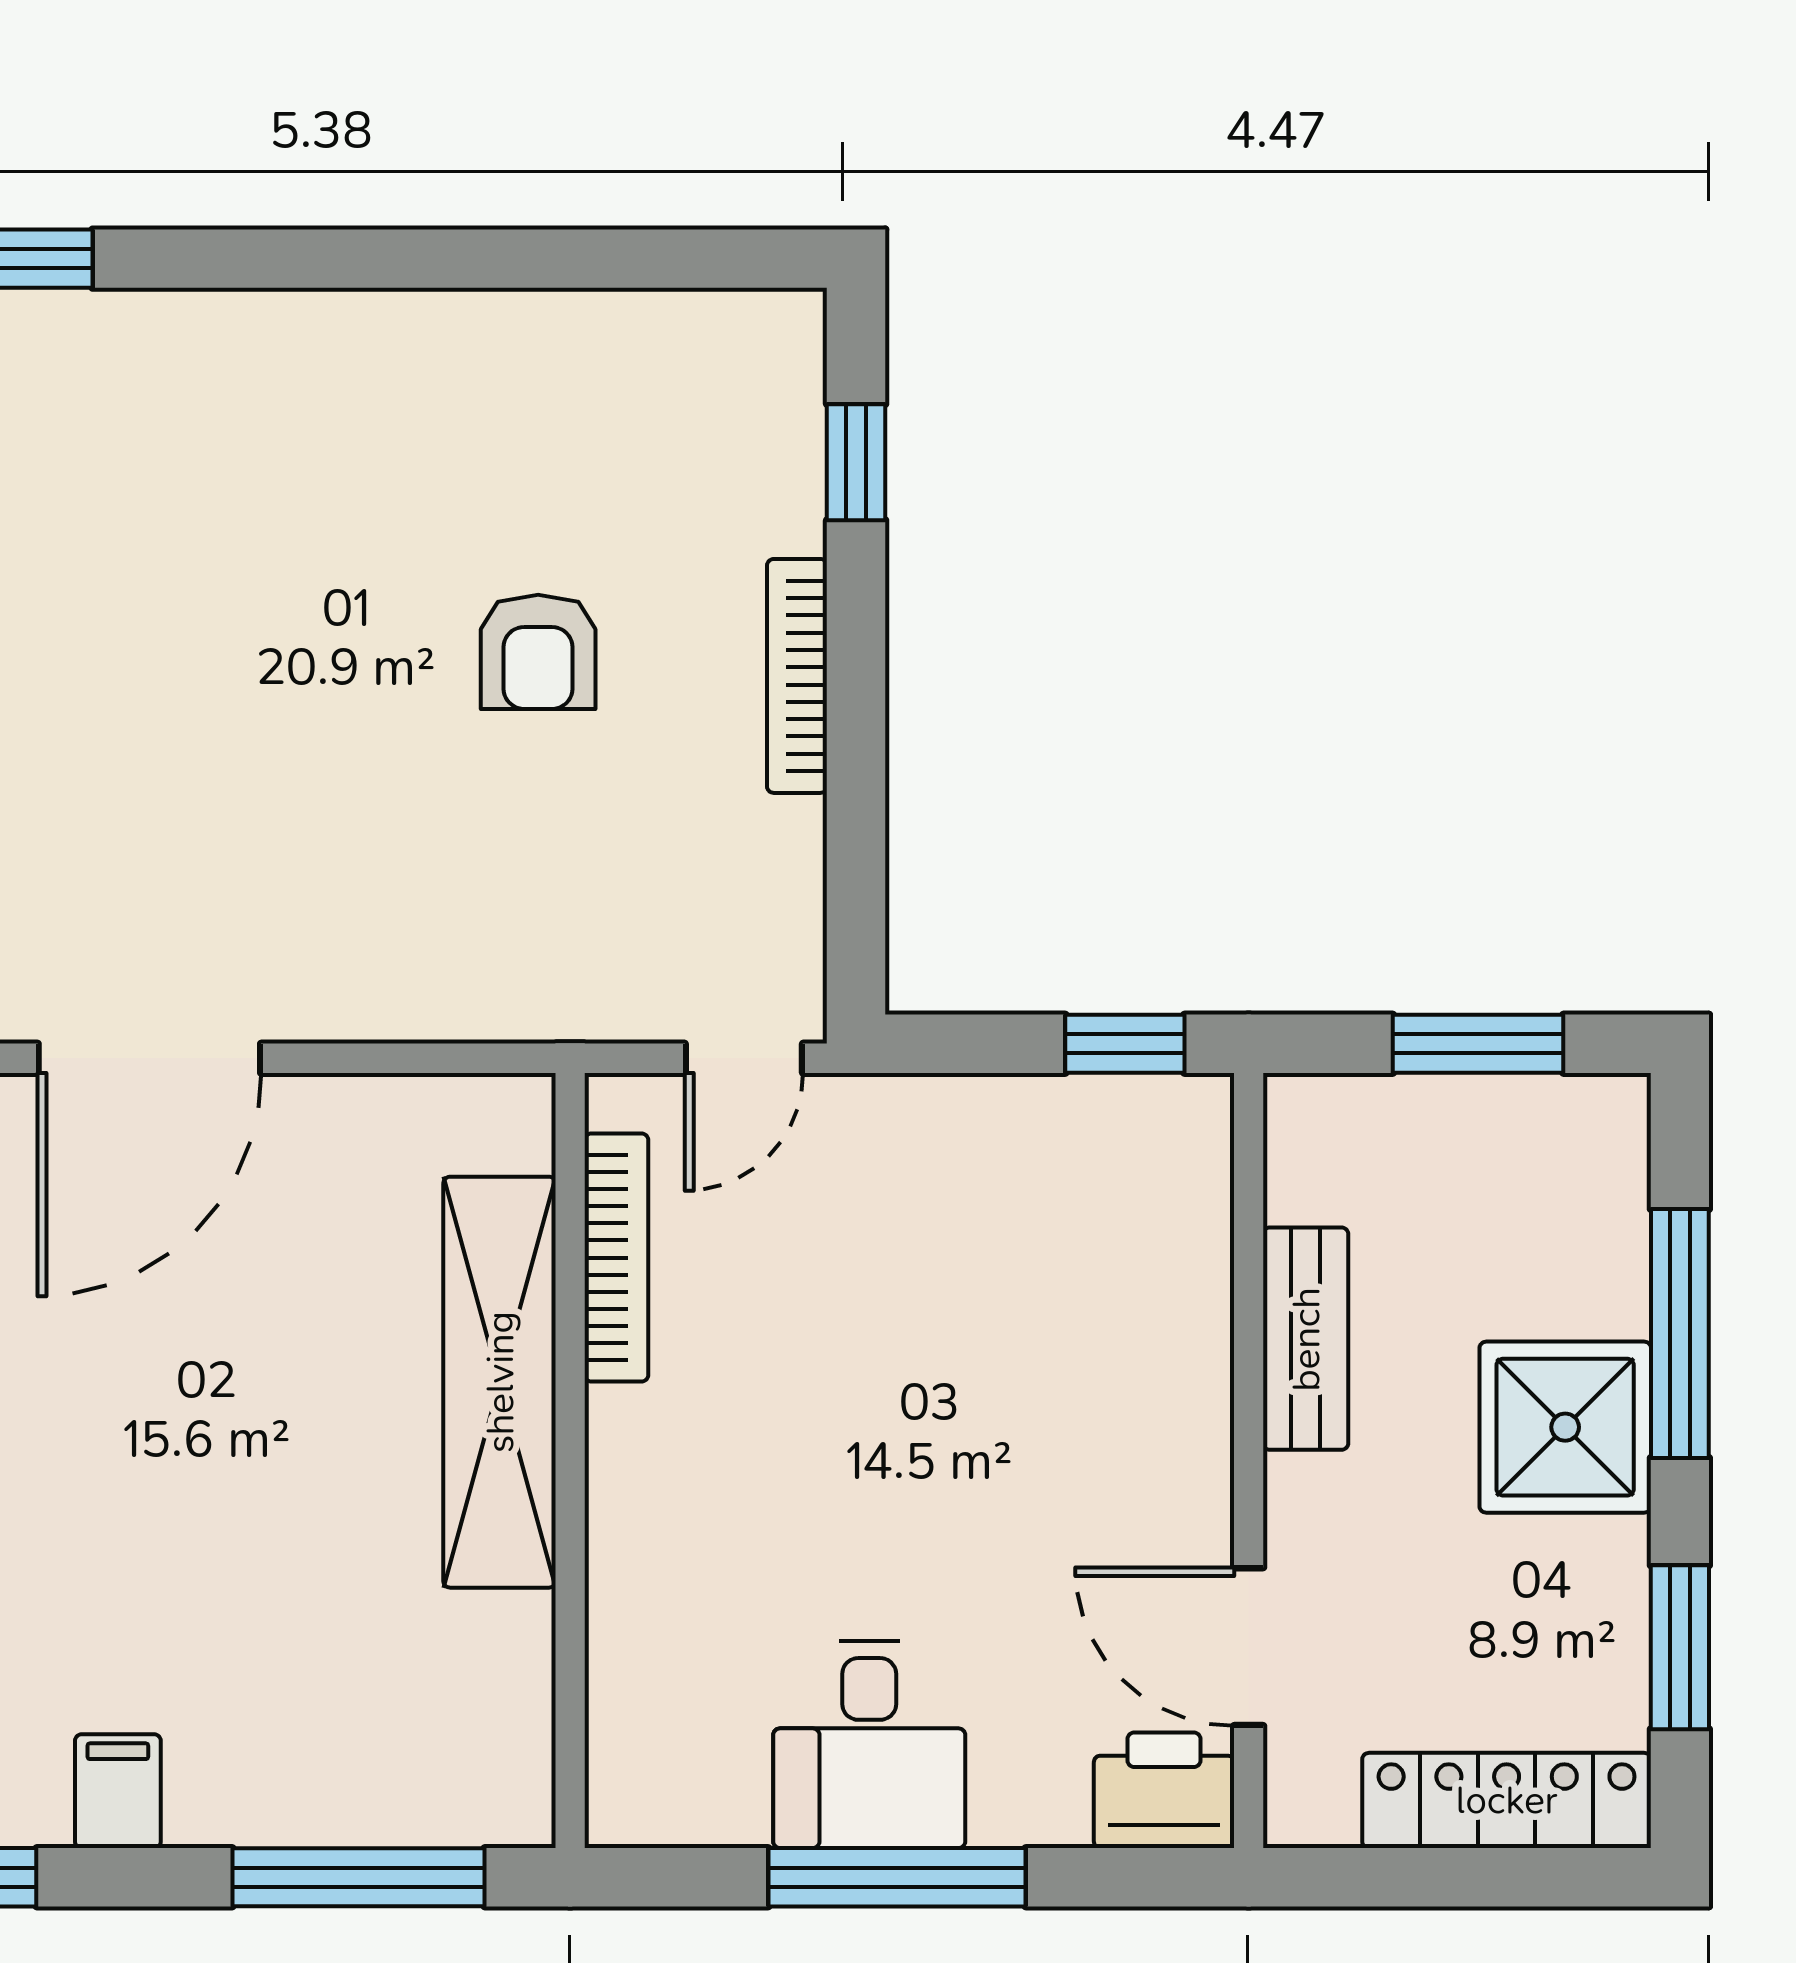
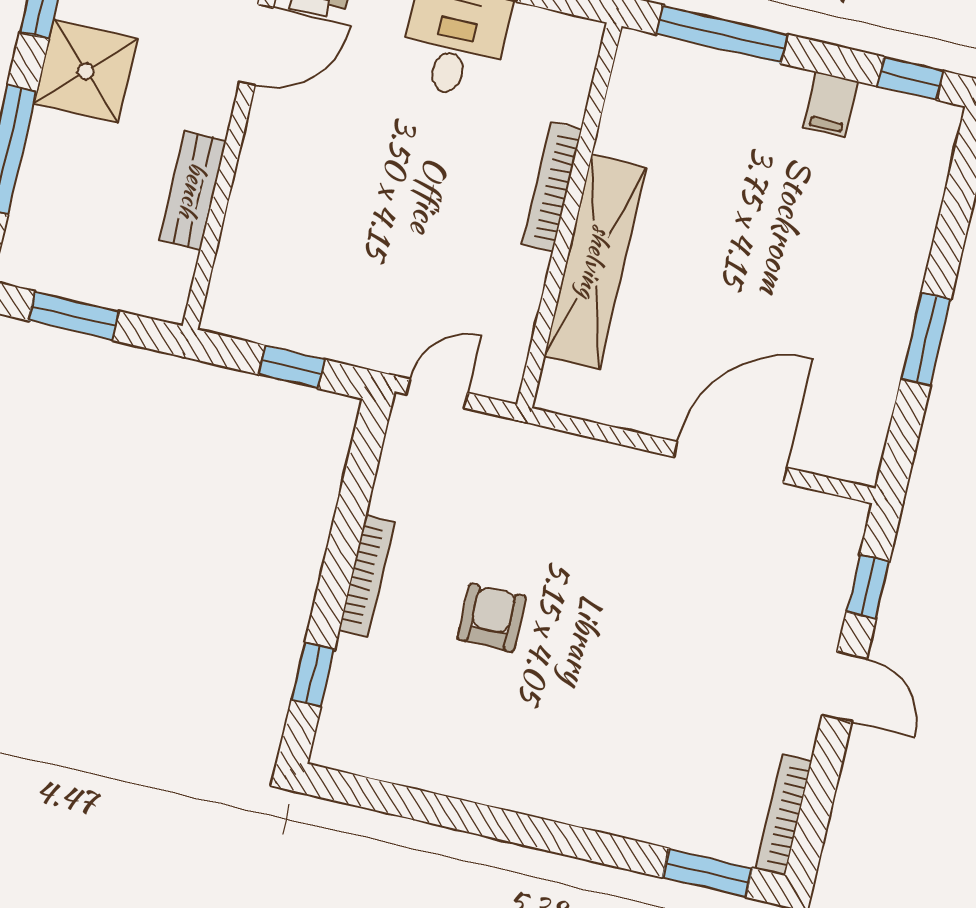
window: (1125, 1044) -> (292, 367), moved
bookcase: (616, 1258) -> (552, 187), moved
shower: (1565, 1427) -> (86, 71), moved
door: (1249, 1647) -> (256, 45), hinge flipped

